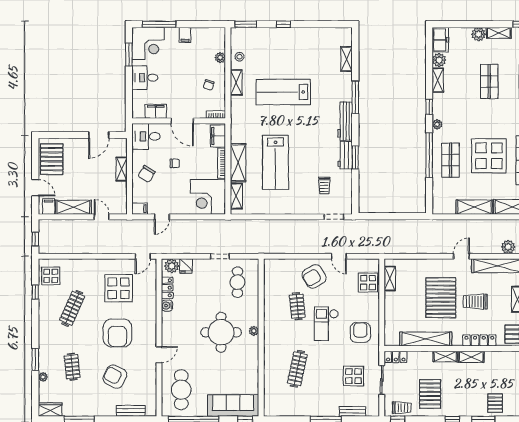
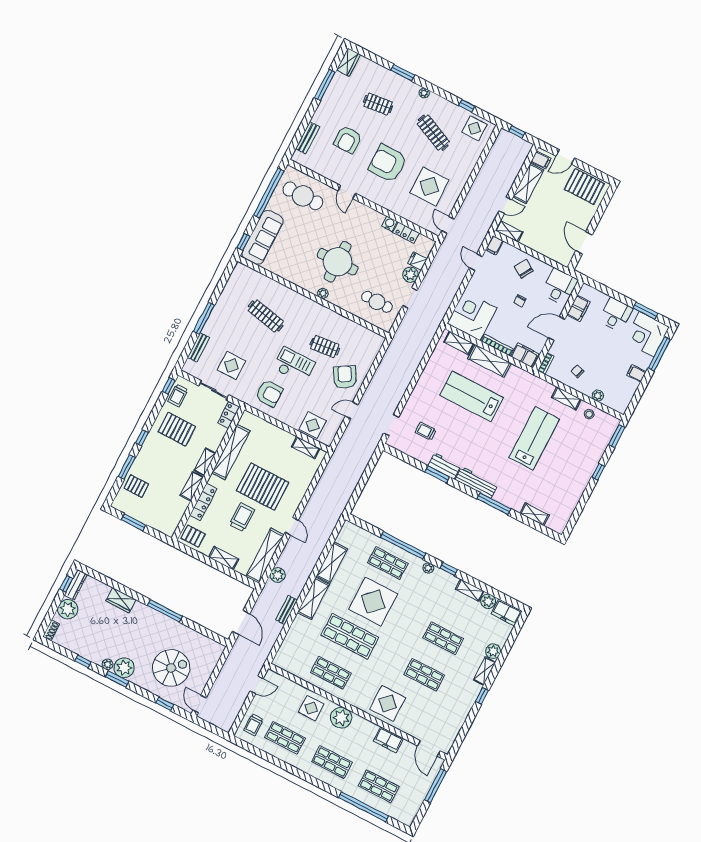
shelving: (122, 169) -> (509, 231), moved
plant: (172, 266) -> (410, 275), moved
plant: (43, 377) -> (424, 93), moved
armchair: (115, 377) -> (348, 140), turned 153

